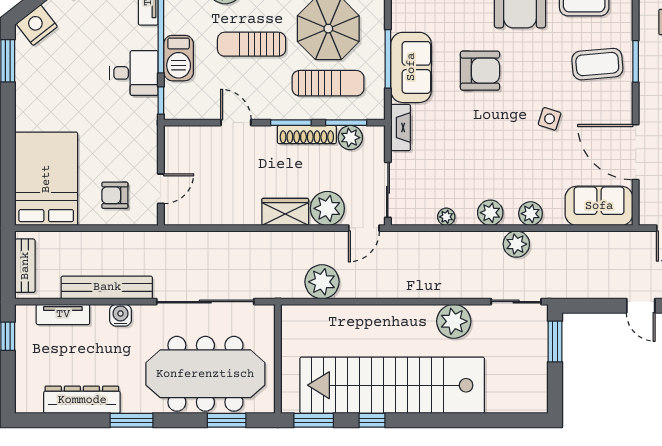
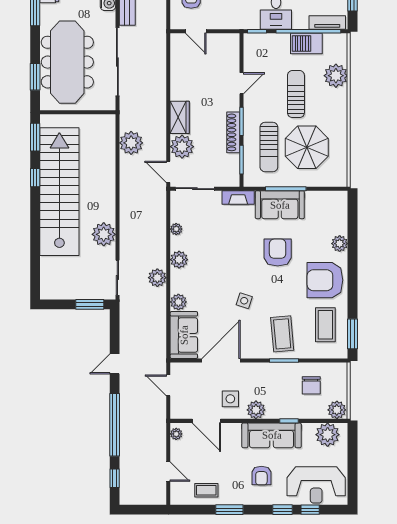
barbecue: (179, 58) -> (306, 43), moved
armchair: (480, 71) -> (278, 253), turned 180
plant: (350, 138) -> (231, 163), removed
plant: (531, 214) -> (178, 302), moved

